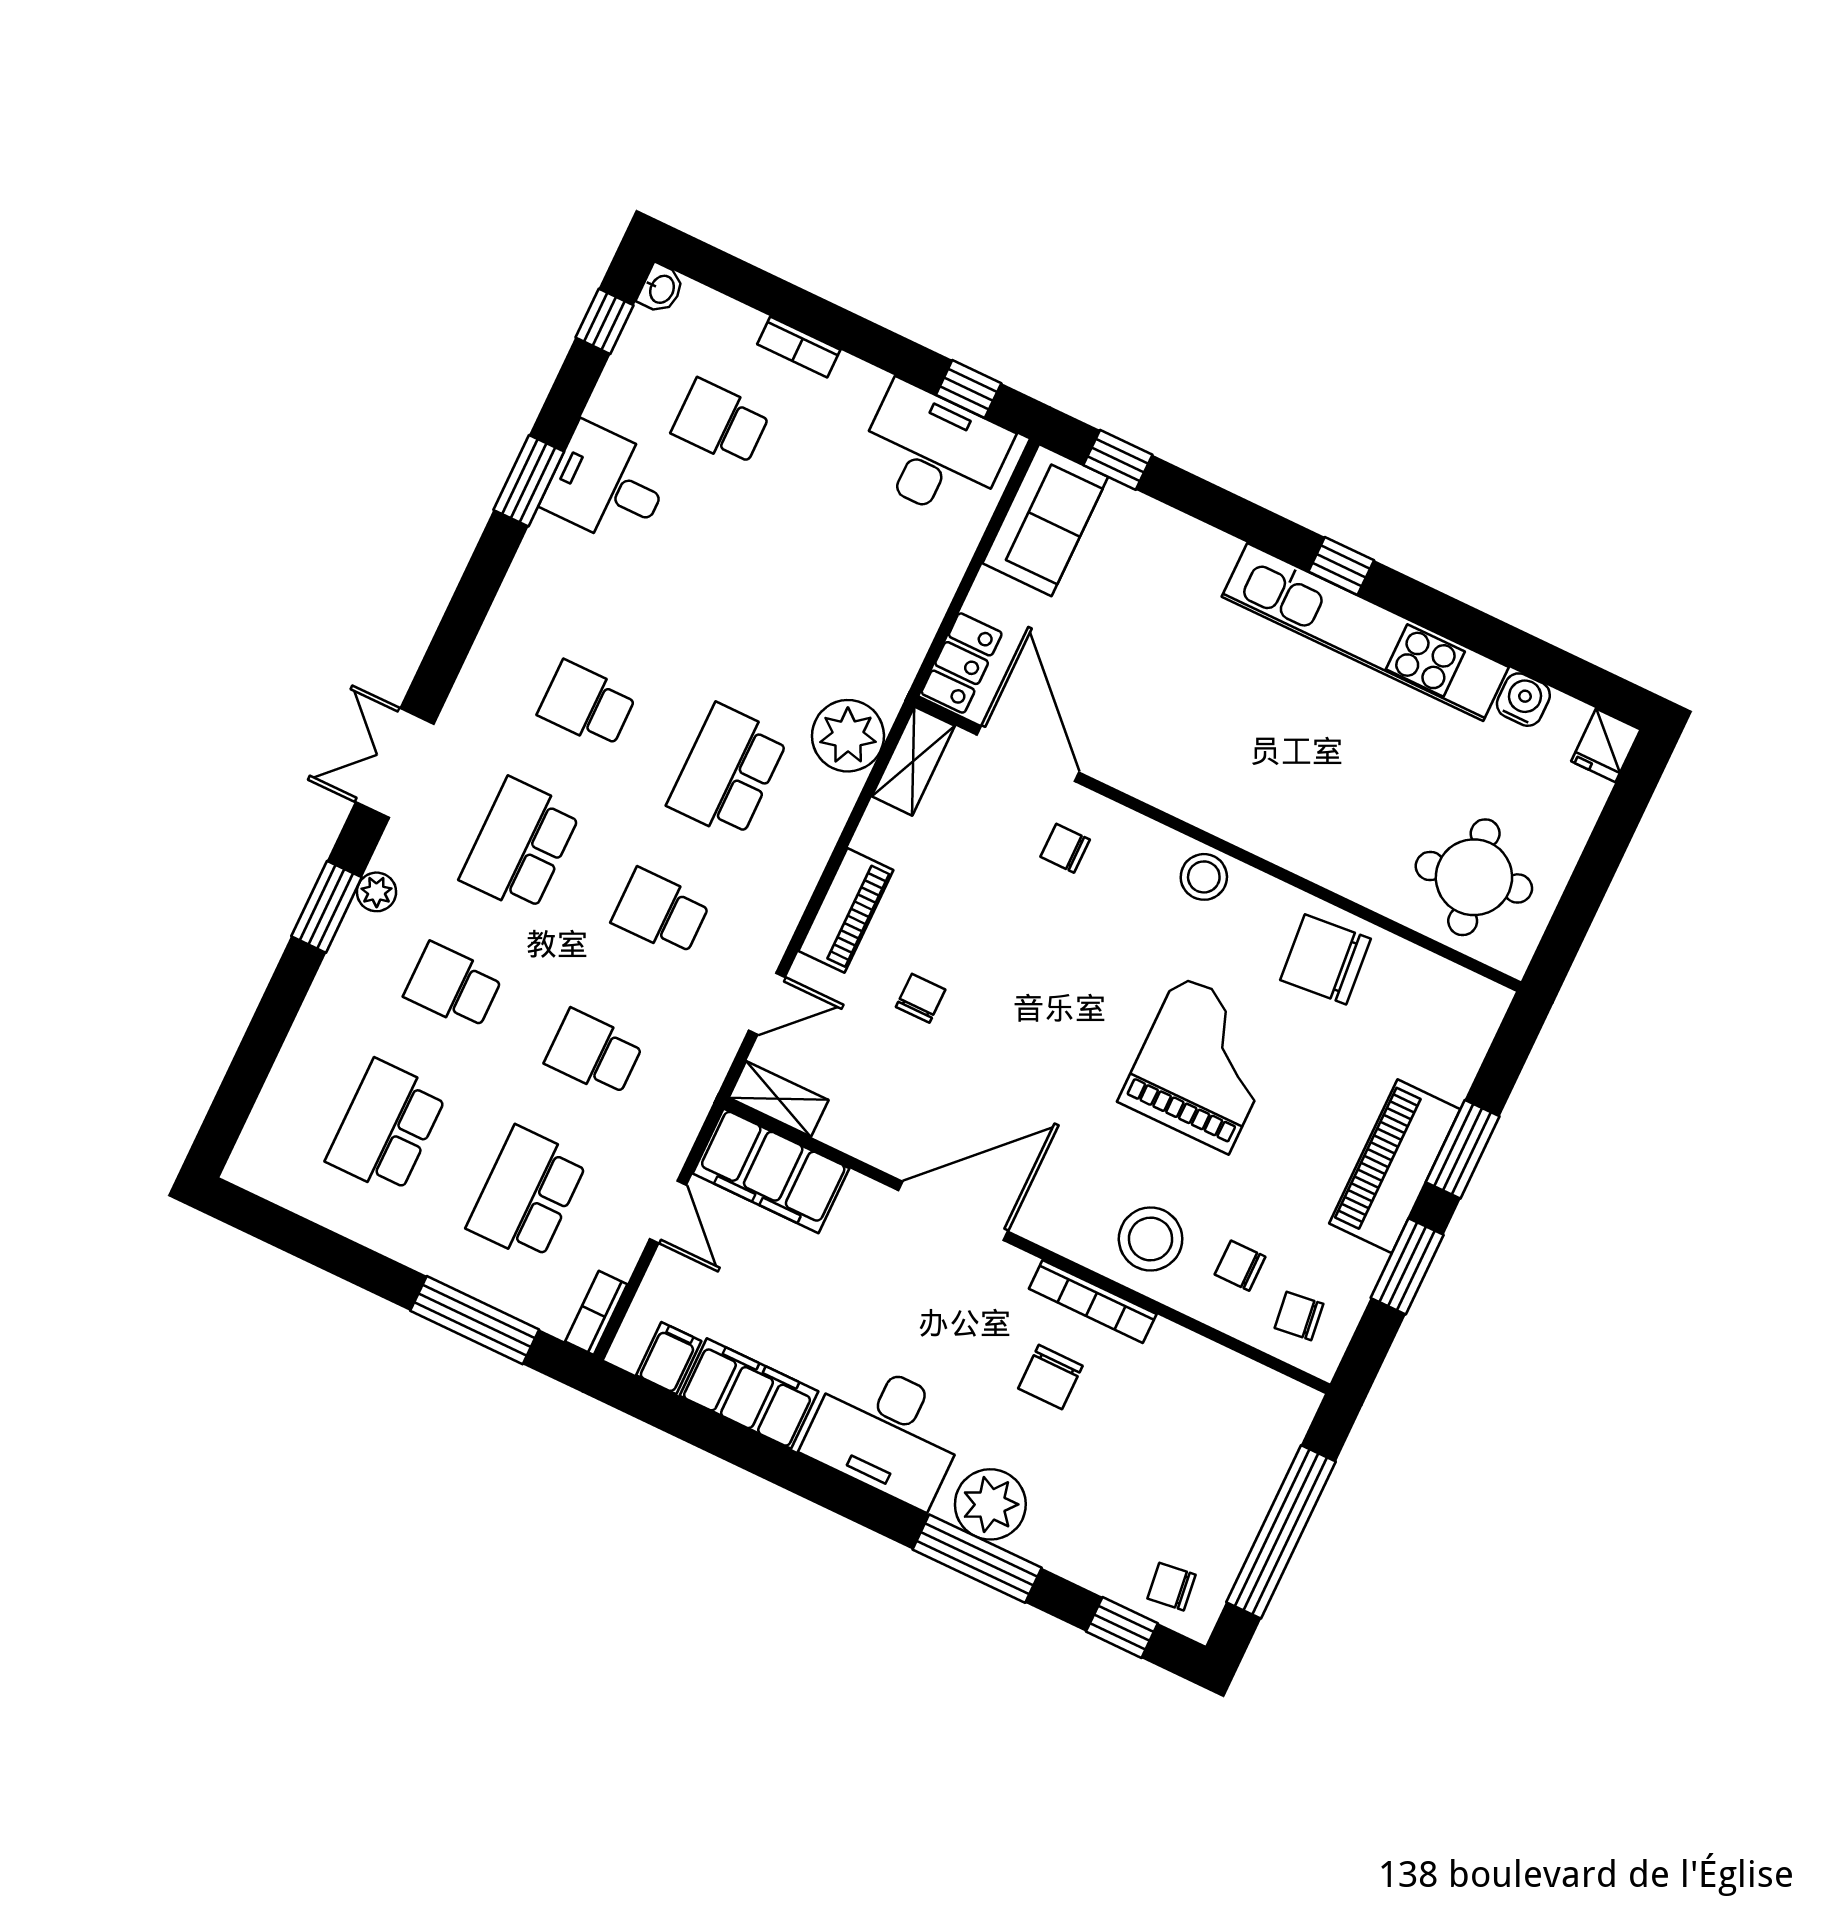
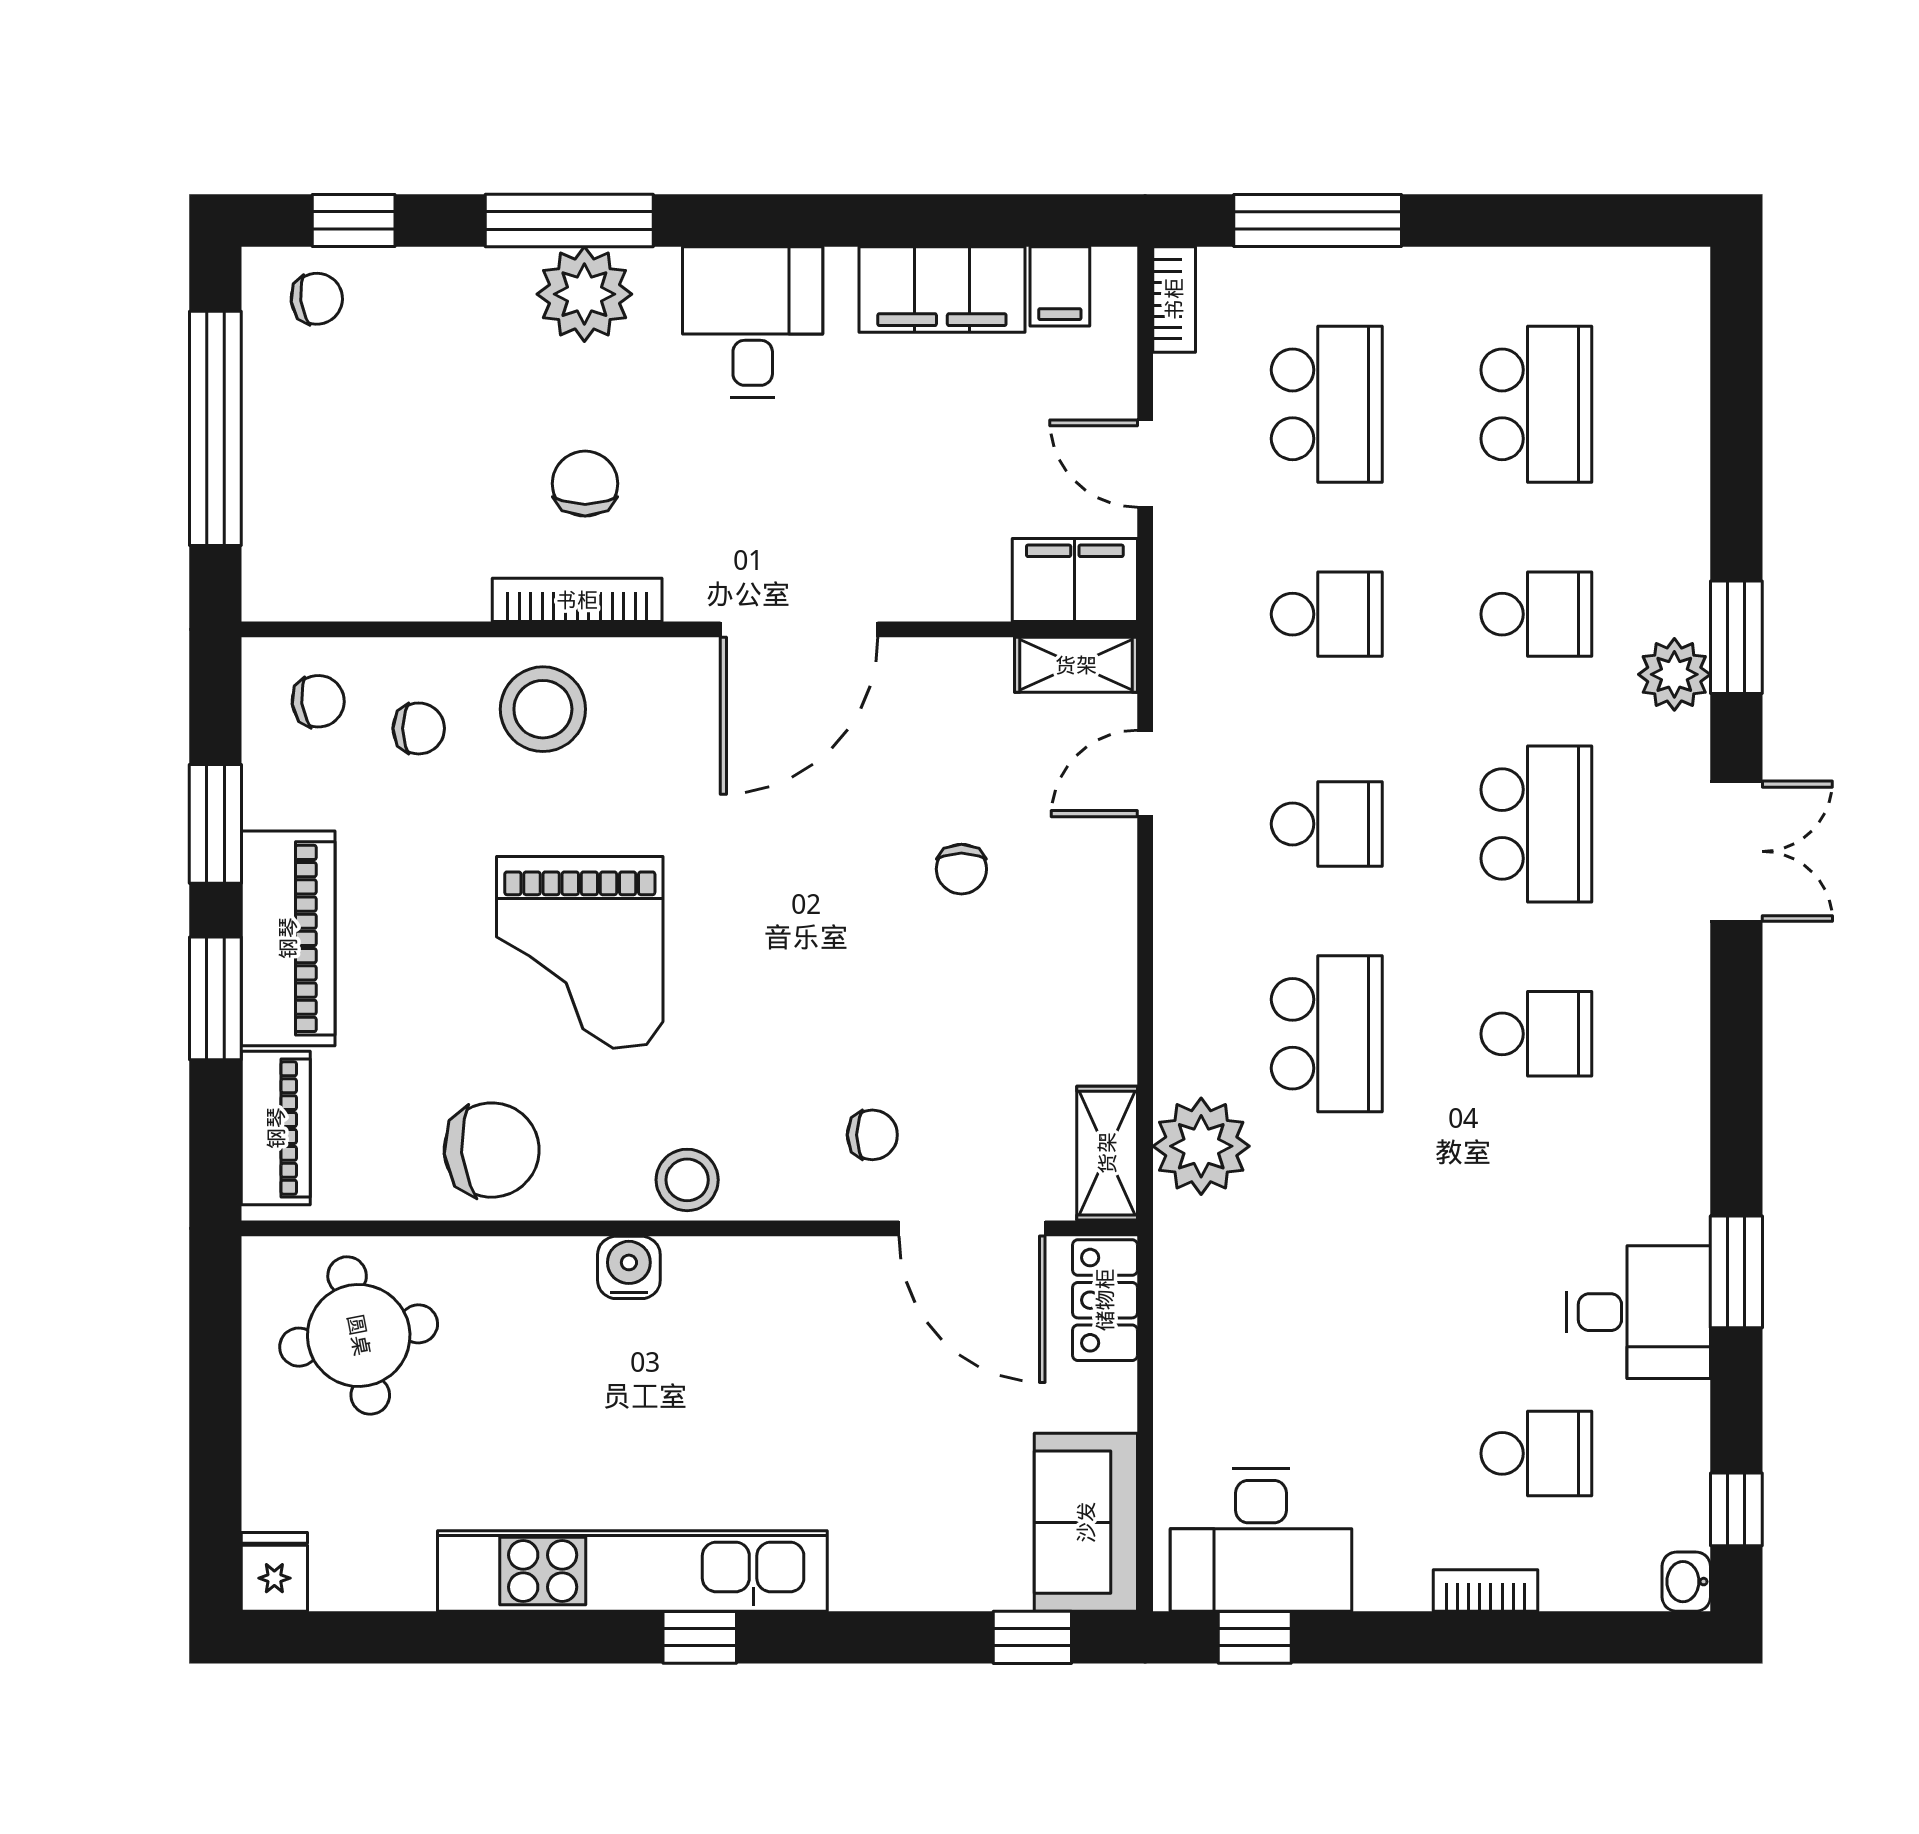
water cooler: (1523, 700) -> (629, 1267), moved, turned 180
plant: (376, 892) -> (1674, 674), width x1.38, depth x1.38
piano: (846, 910) -> (276, 1128), moved, turned 180
filing cabinet: (771, 1171) -> (1075, 580), width x0.67, depth x0.86
desk: (886, 1432) -> (753, 322), width x0.73

